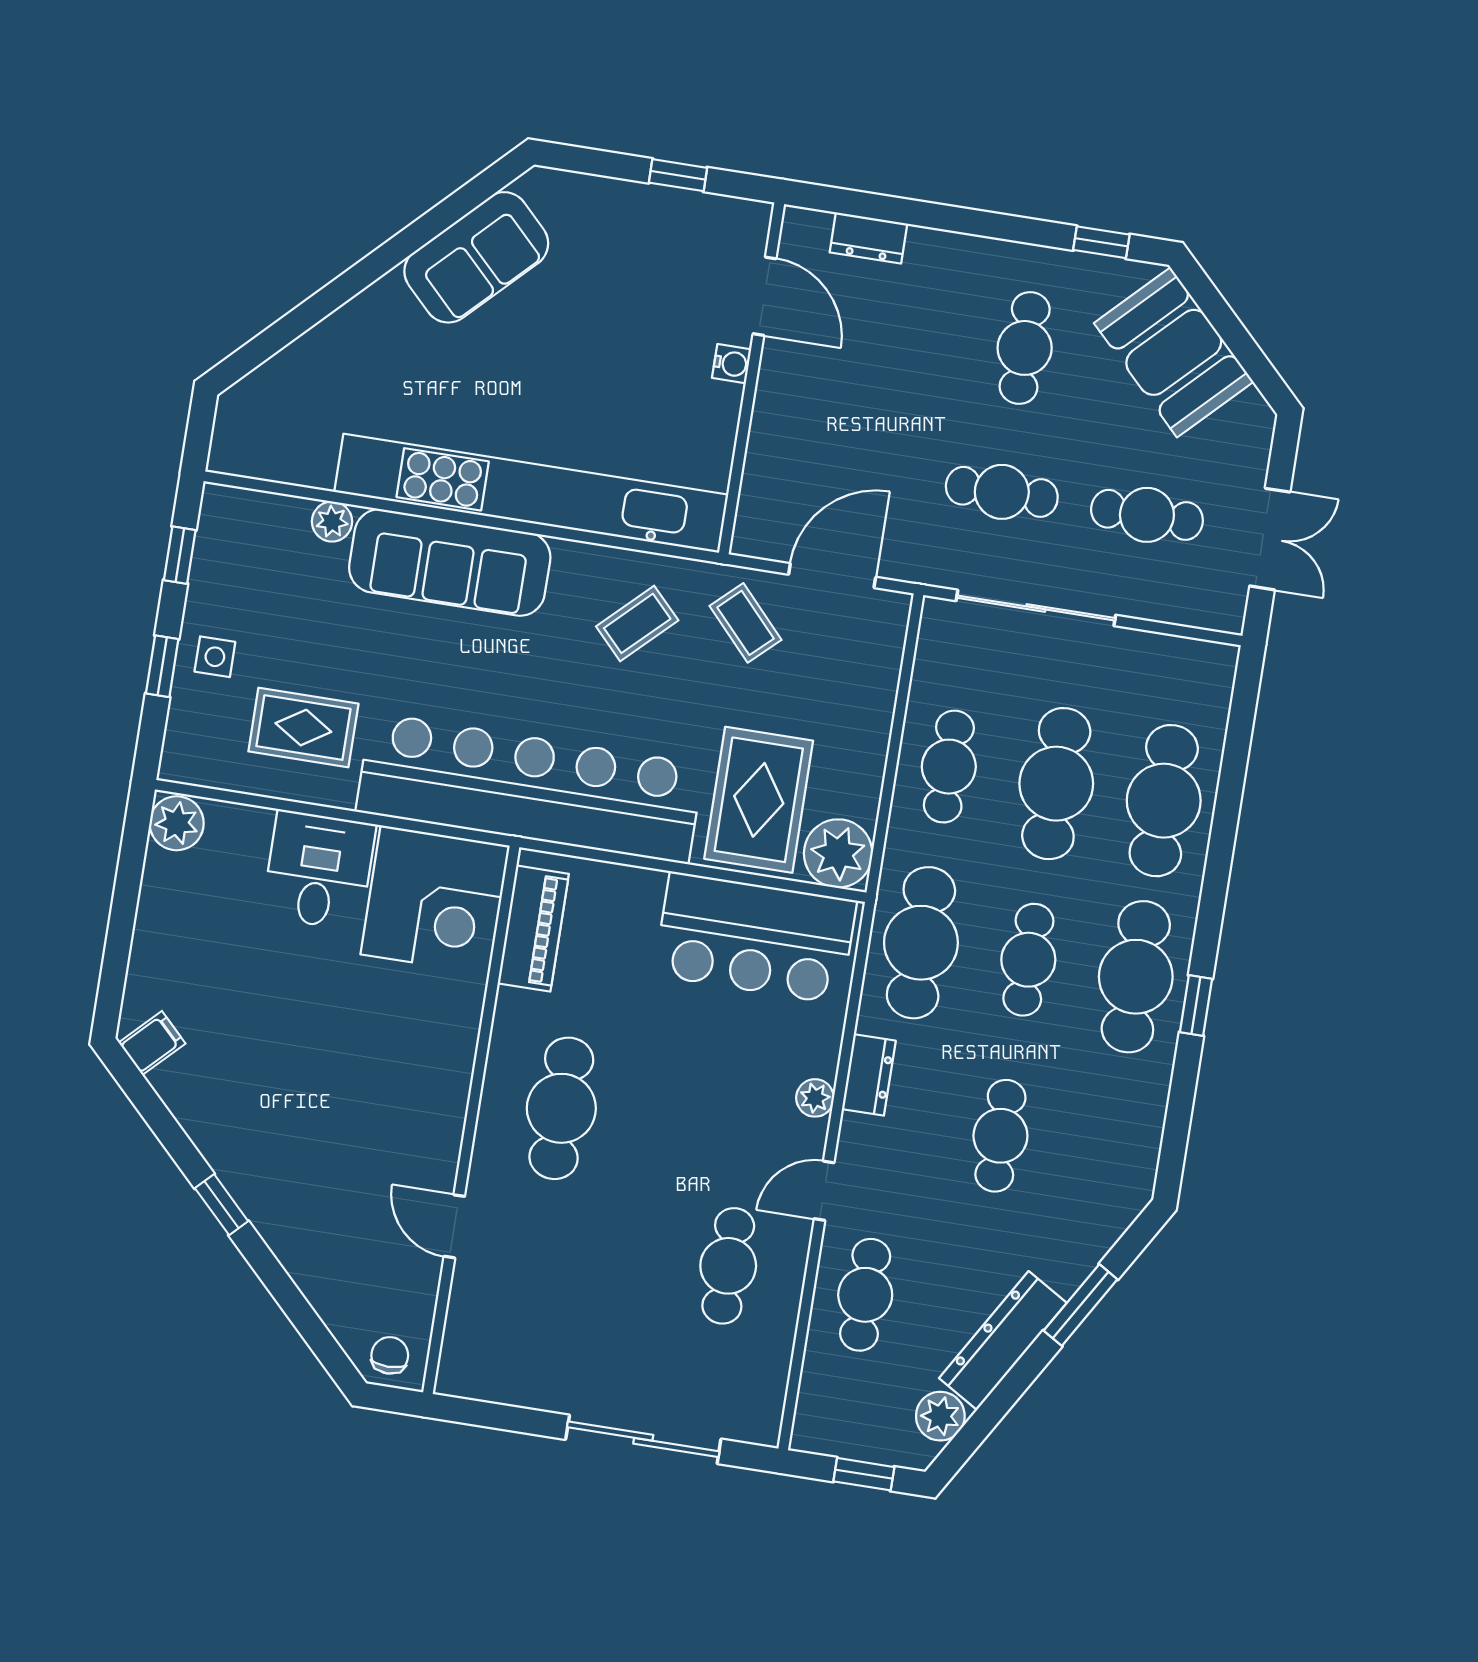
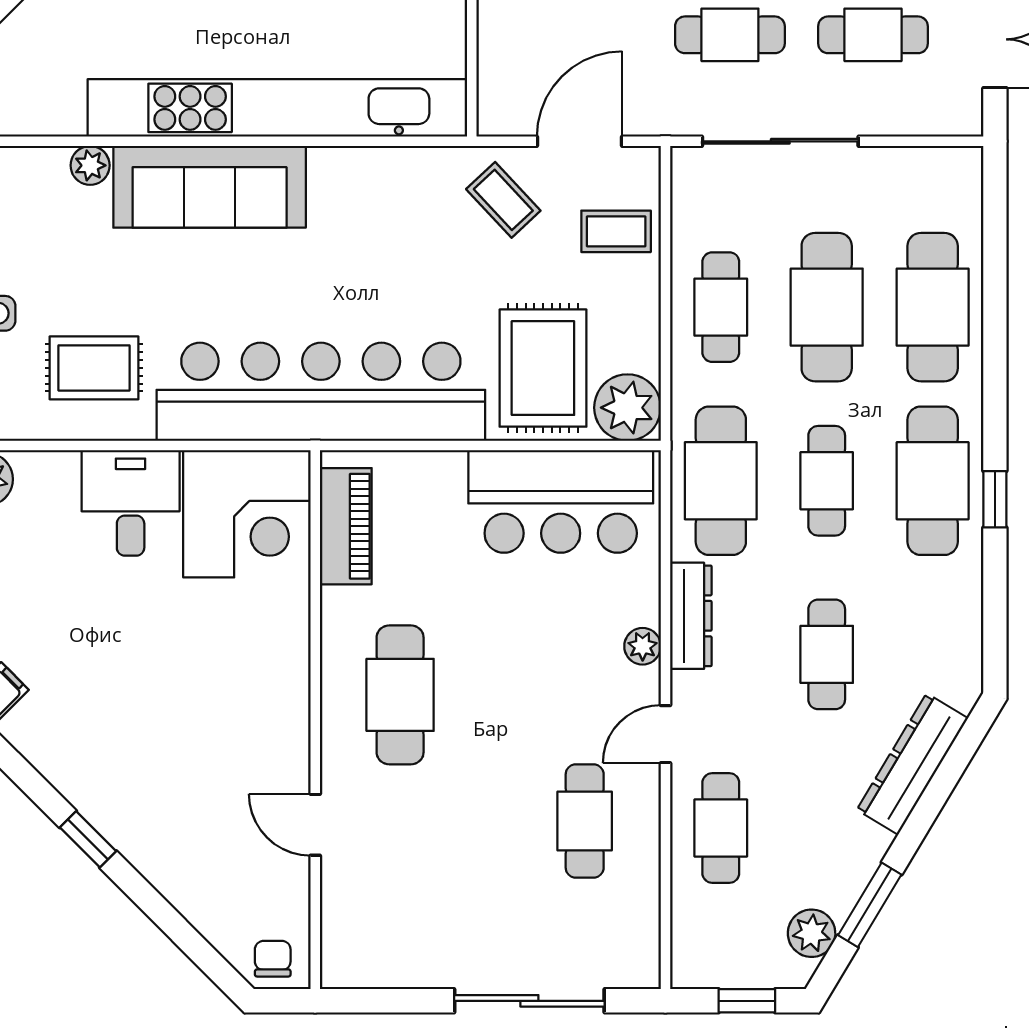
coffee table: (637, 623) -> (616, 231), moved, turned 44
dresser: (869, 1075) -> (691, 616), width x1.44
window: (1081, 1305) -> (870, 905), moved
dresser: (1003, 1341) -> (912, 764), moved

